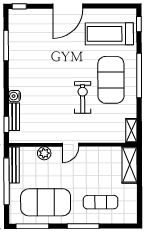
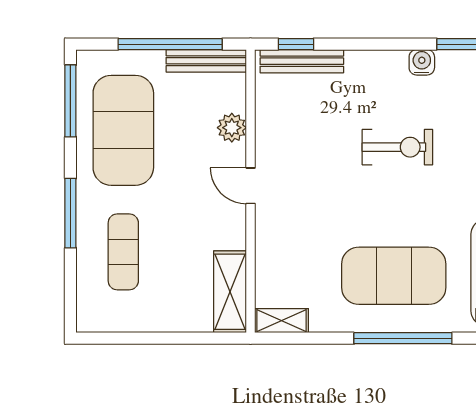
water cooler: (14, 96) -> (422, 62), moved
exercise bike: (83, 97) -> (397, 147), moved
bench: (14, 117) -> (302, 61), width x1.36
shelving: (130, 165) -> (230, 292), moved, turned 90

